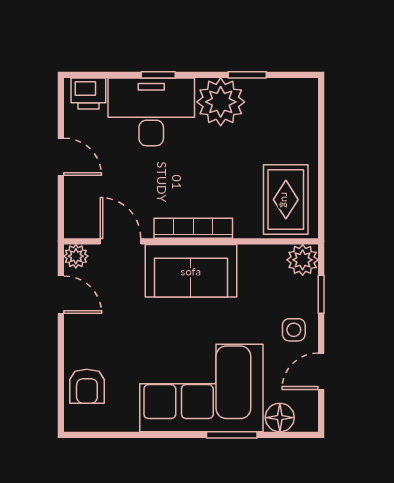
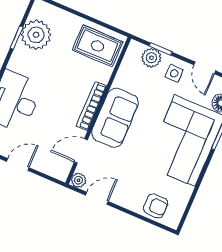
plant: (221, 102) -> (36, 35), moved
plant: (303, 260) -> (151, 58), moved

